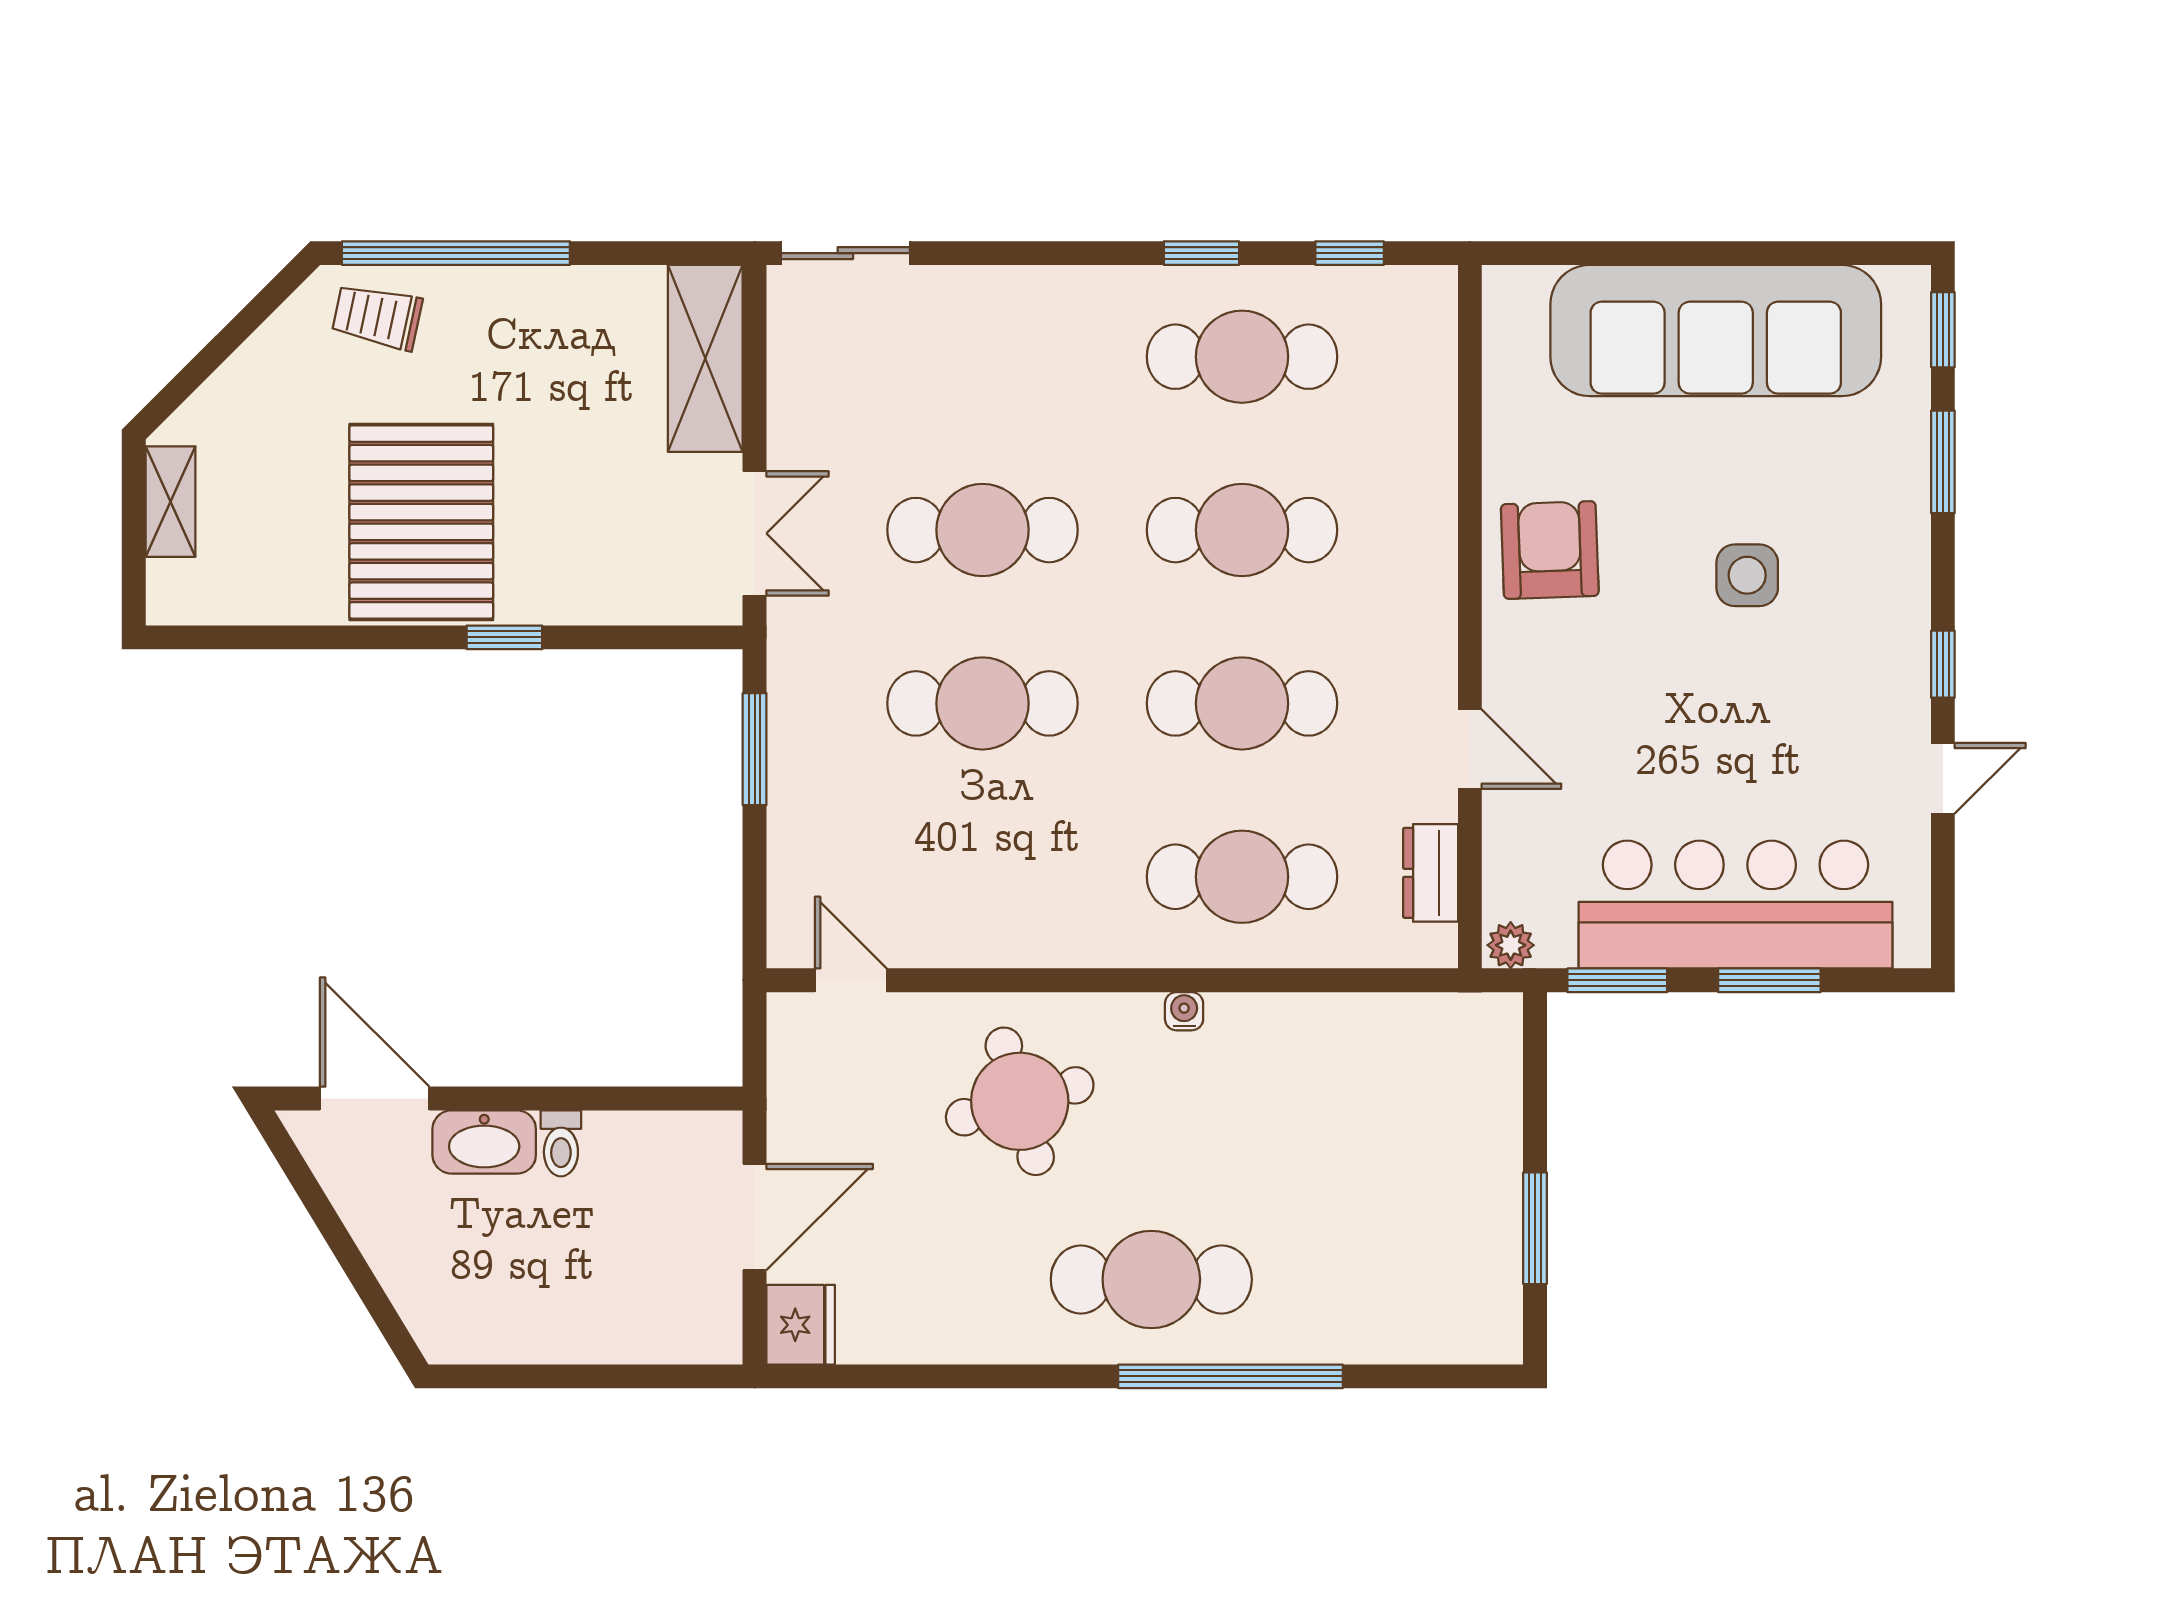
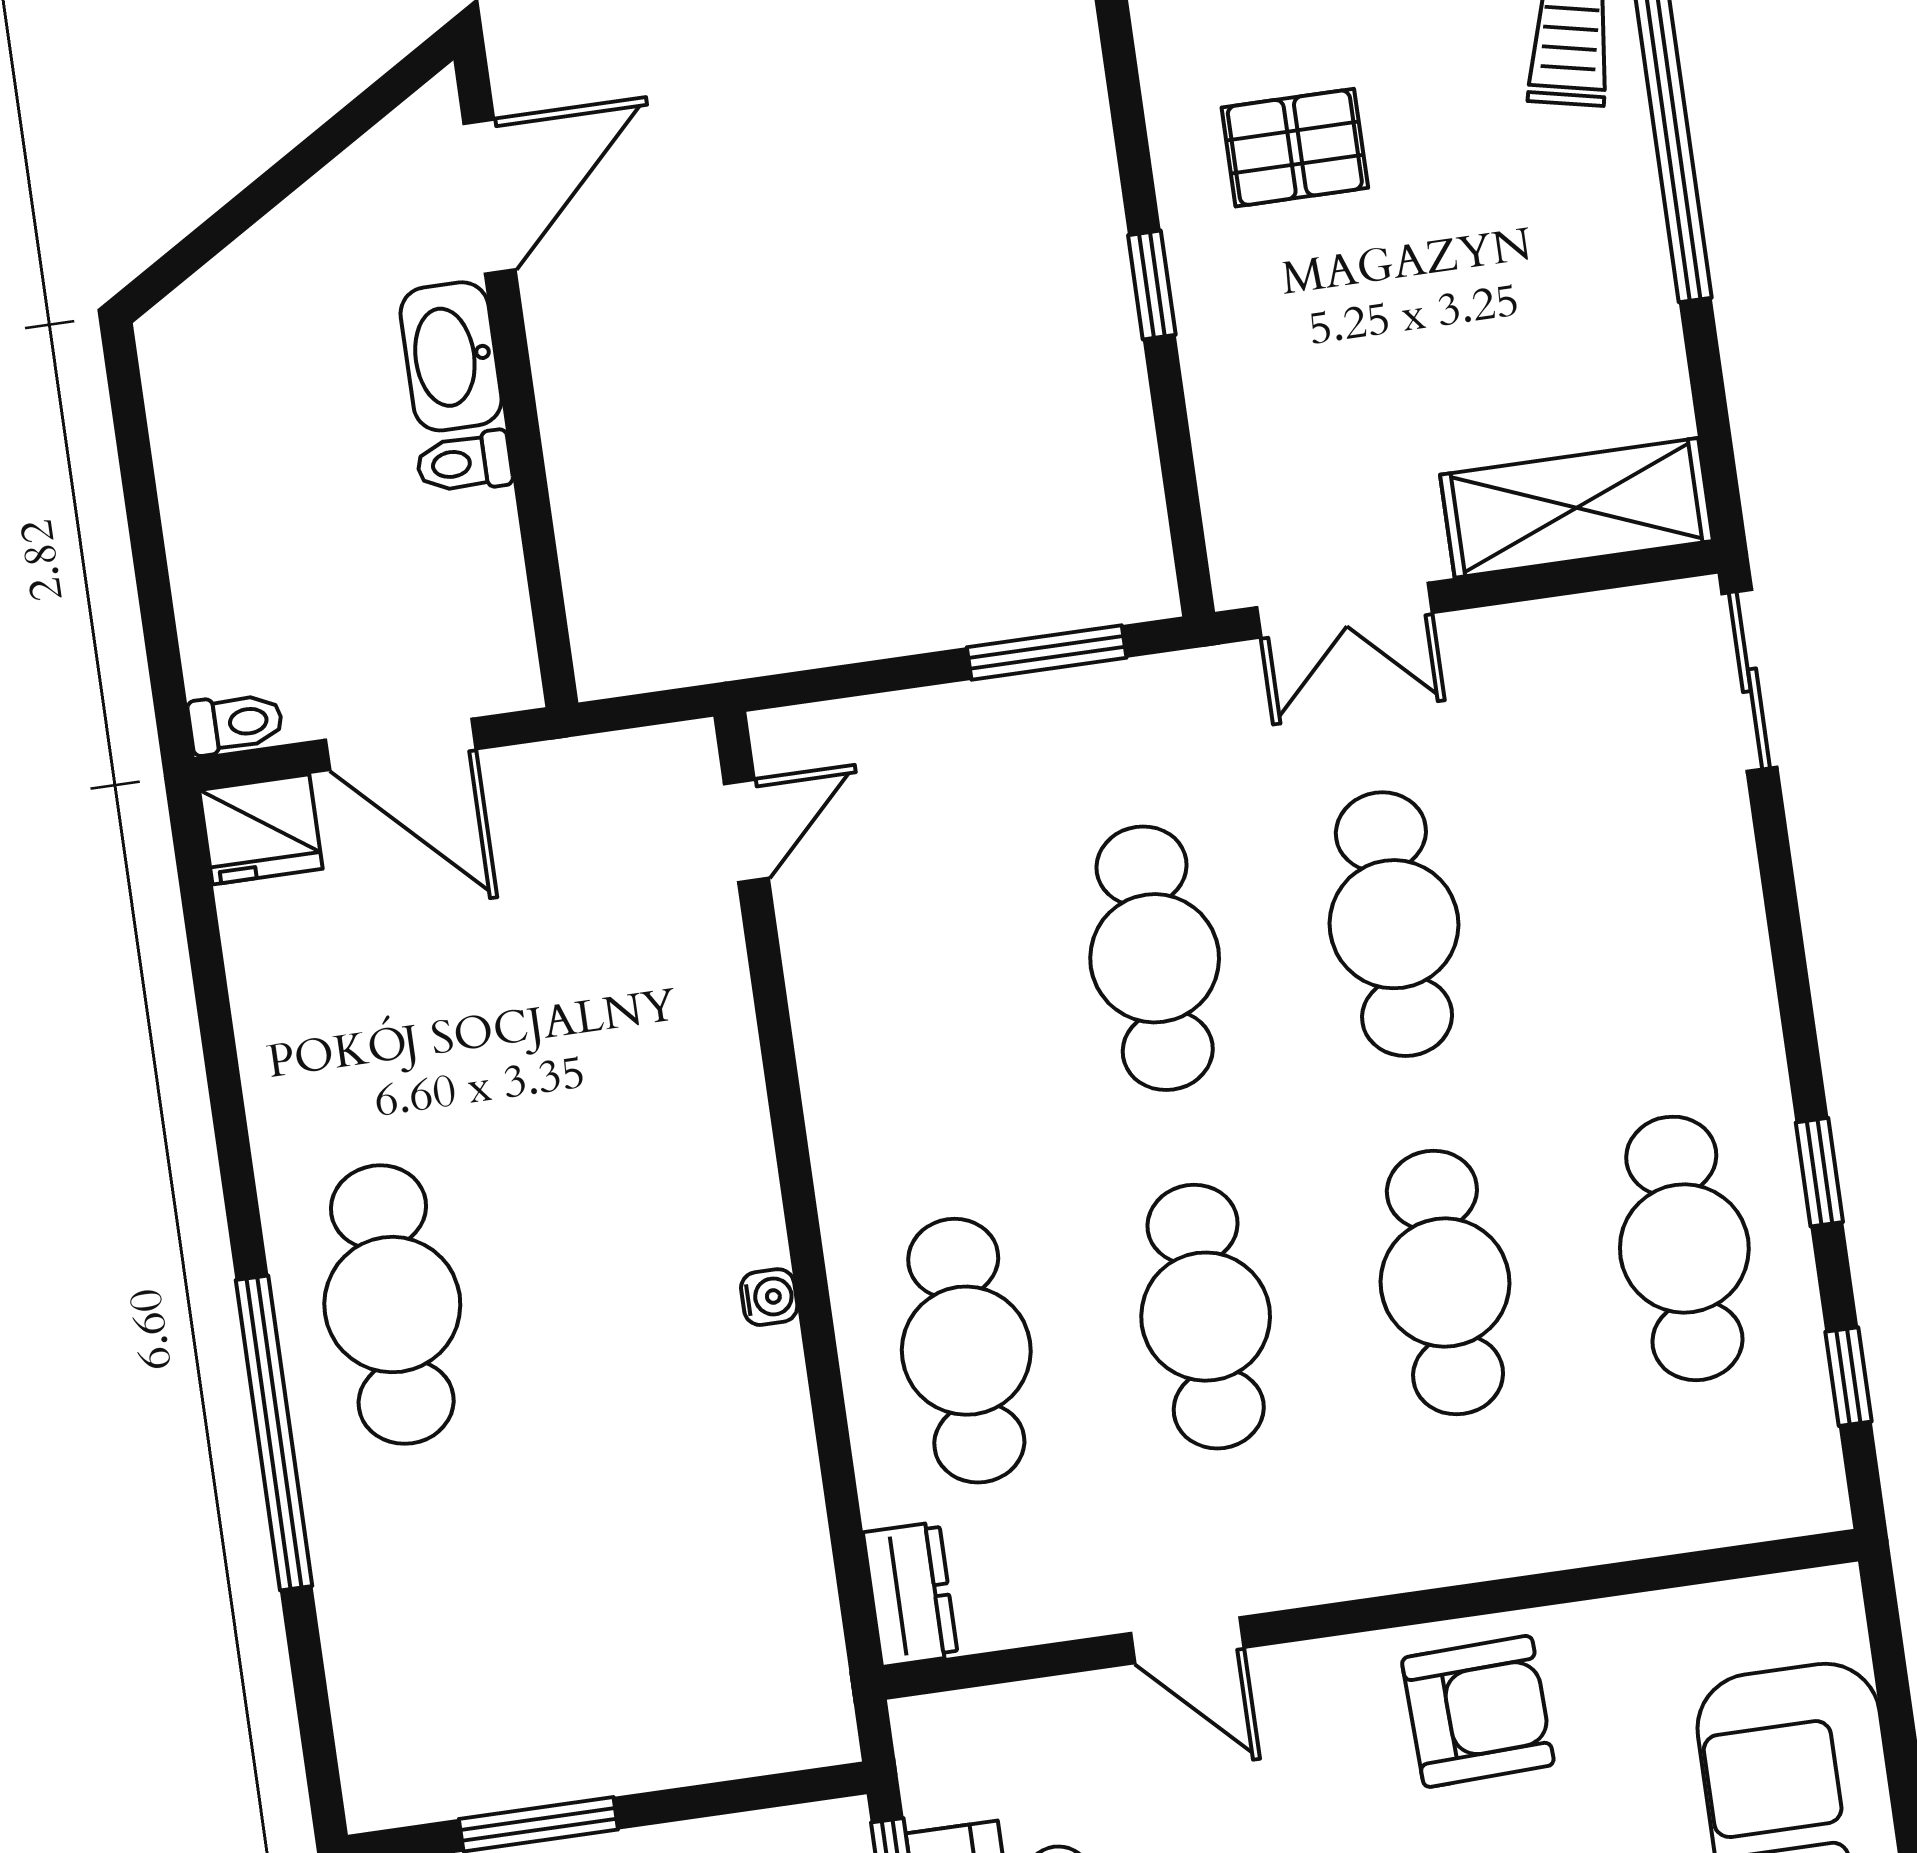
pallet: (421, 522) -> (1295, 148), width x0.49, depth x0.50
door: (1470, 749) -> (1187, 1640), hinge flipped
dresser: (1431, 873) -> (910, 1594), moved, turned 90
plant: (1511, 945) -> (924, 1735), removed
round table: (1020, 1101) -> (612, 1088), removed
toilet: (723, 1332) -> (236, 723), added

